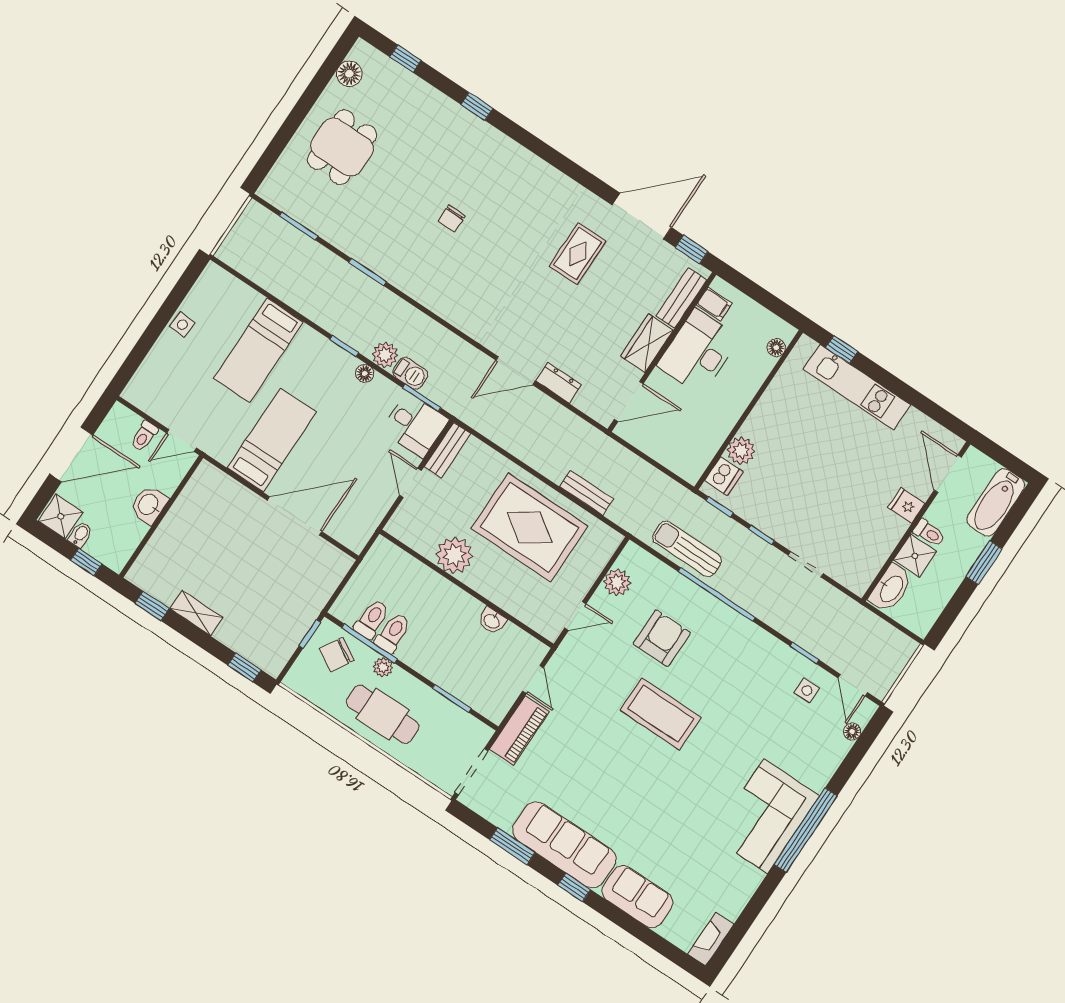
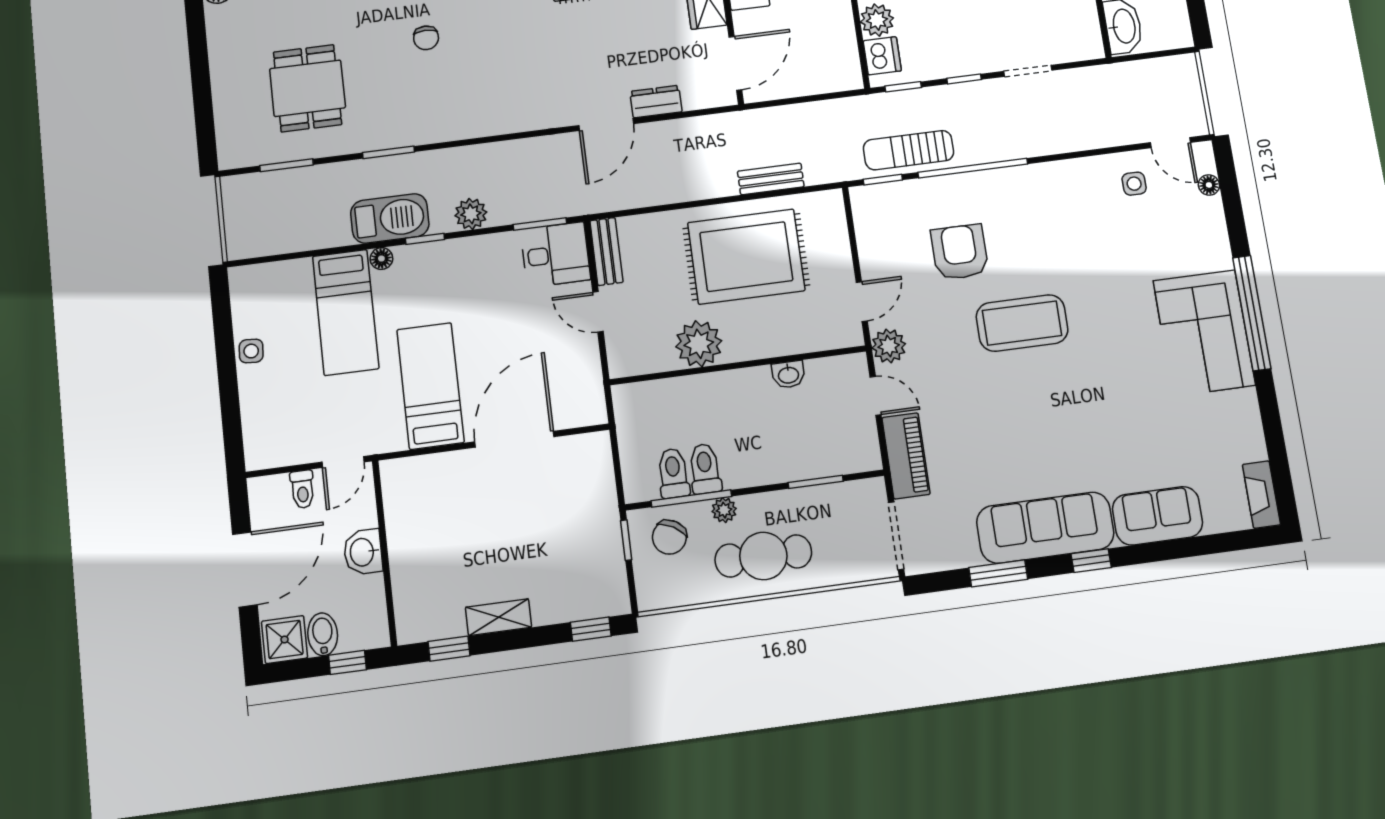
dining table: (342, 147) -> (307, 88), moved
floor lamp: (365, 373) -> (381, 259), moved
barbecue: (410, 373) -> (390, 218), moved, width x1.88, depth x1.53
bidet: (80, 535) -> (323, 634), width x1.38, depth x1.36
plant: (617, 582) -> (889, 346), moved
window: (805, 653) -> (883, 180), moved

